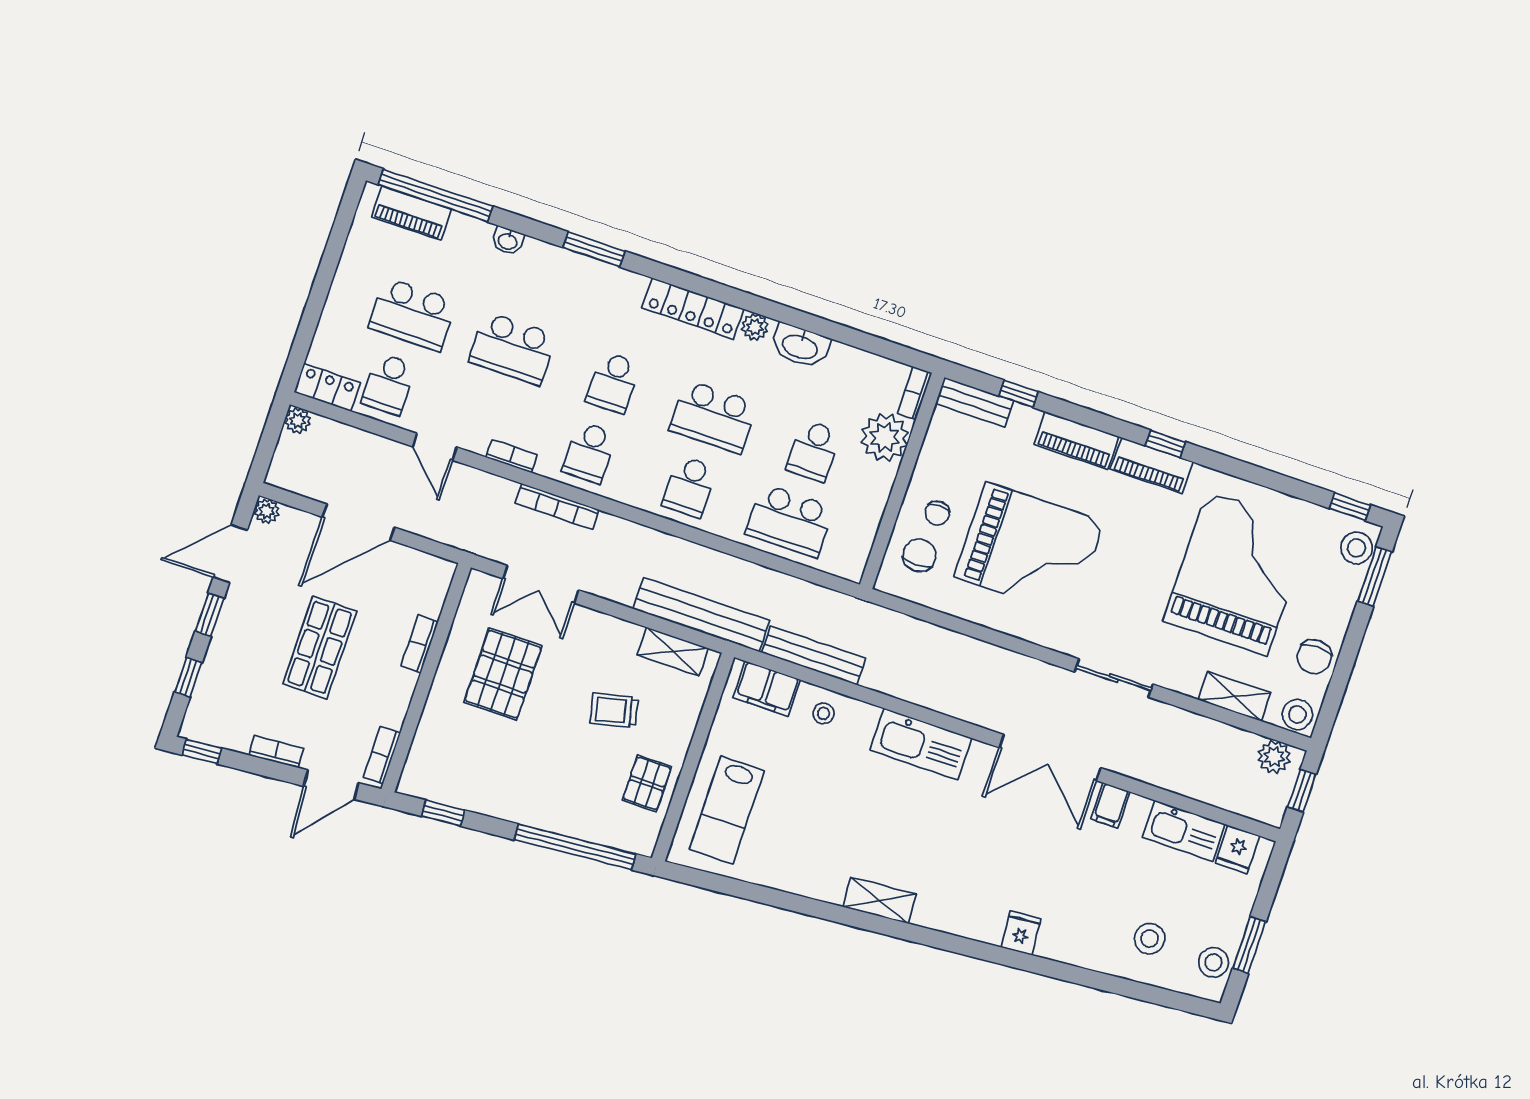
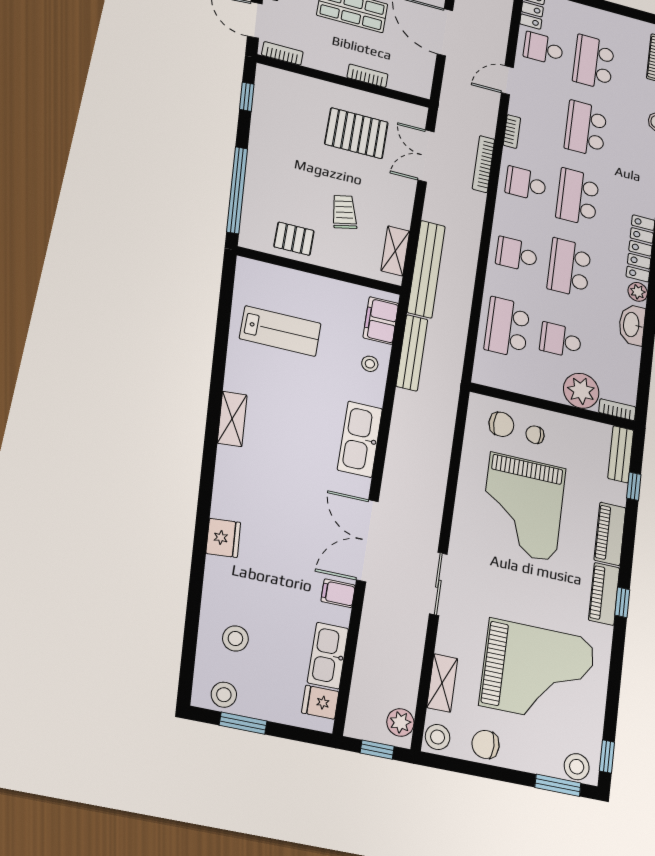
school desk: (613, 382) -> (578, 197), width x1.85
lab bench: (727, 810) -> (280, 331), moved, turned 180
fridge: (1021, 933) -> (223, 538), width x1.38

